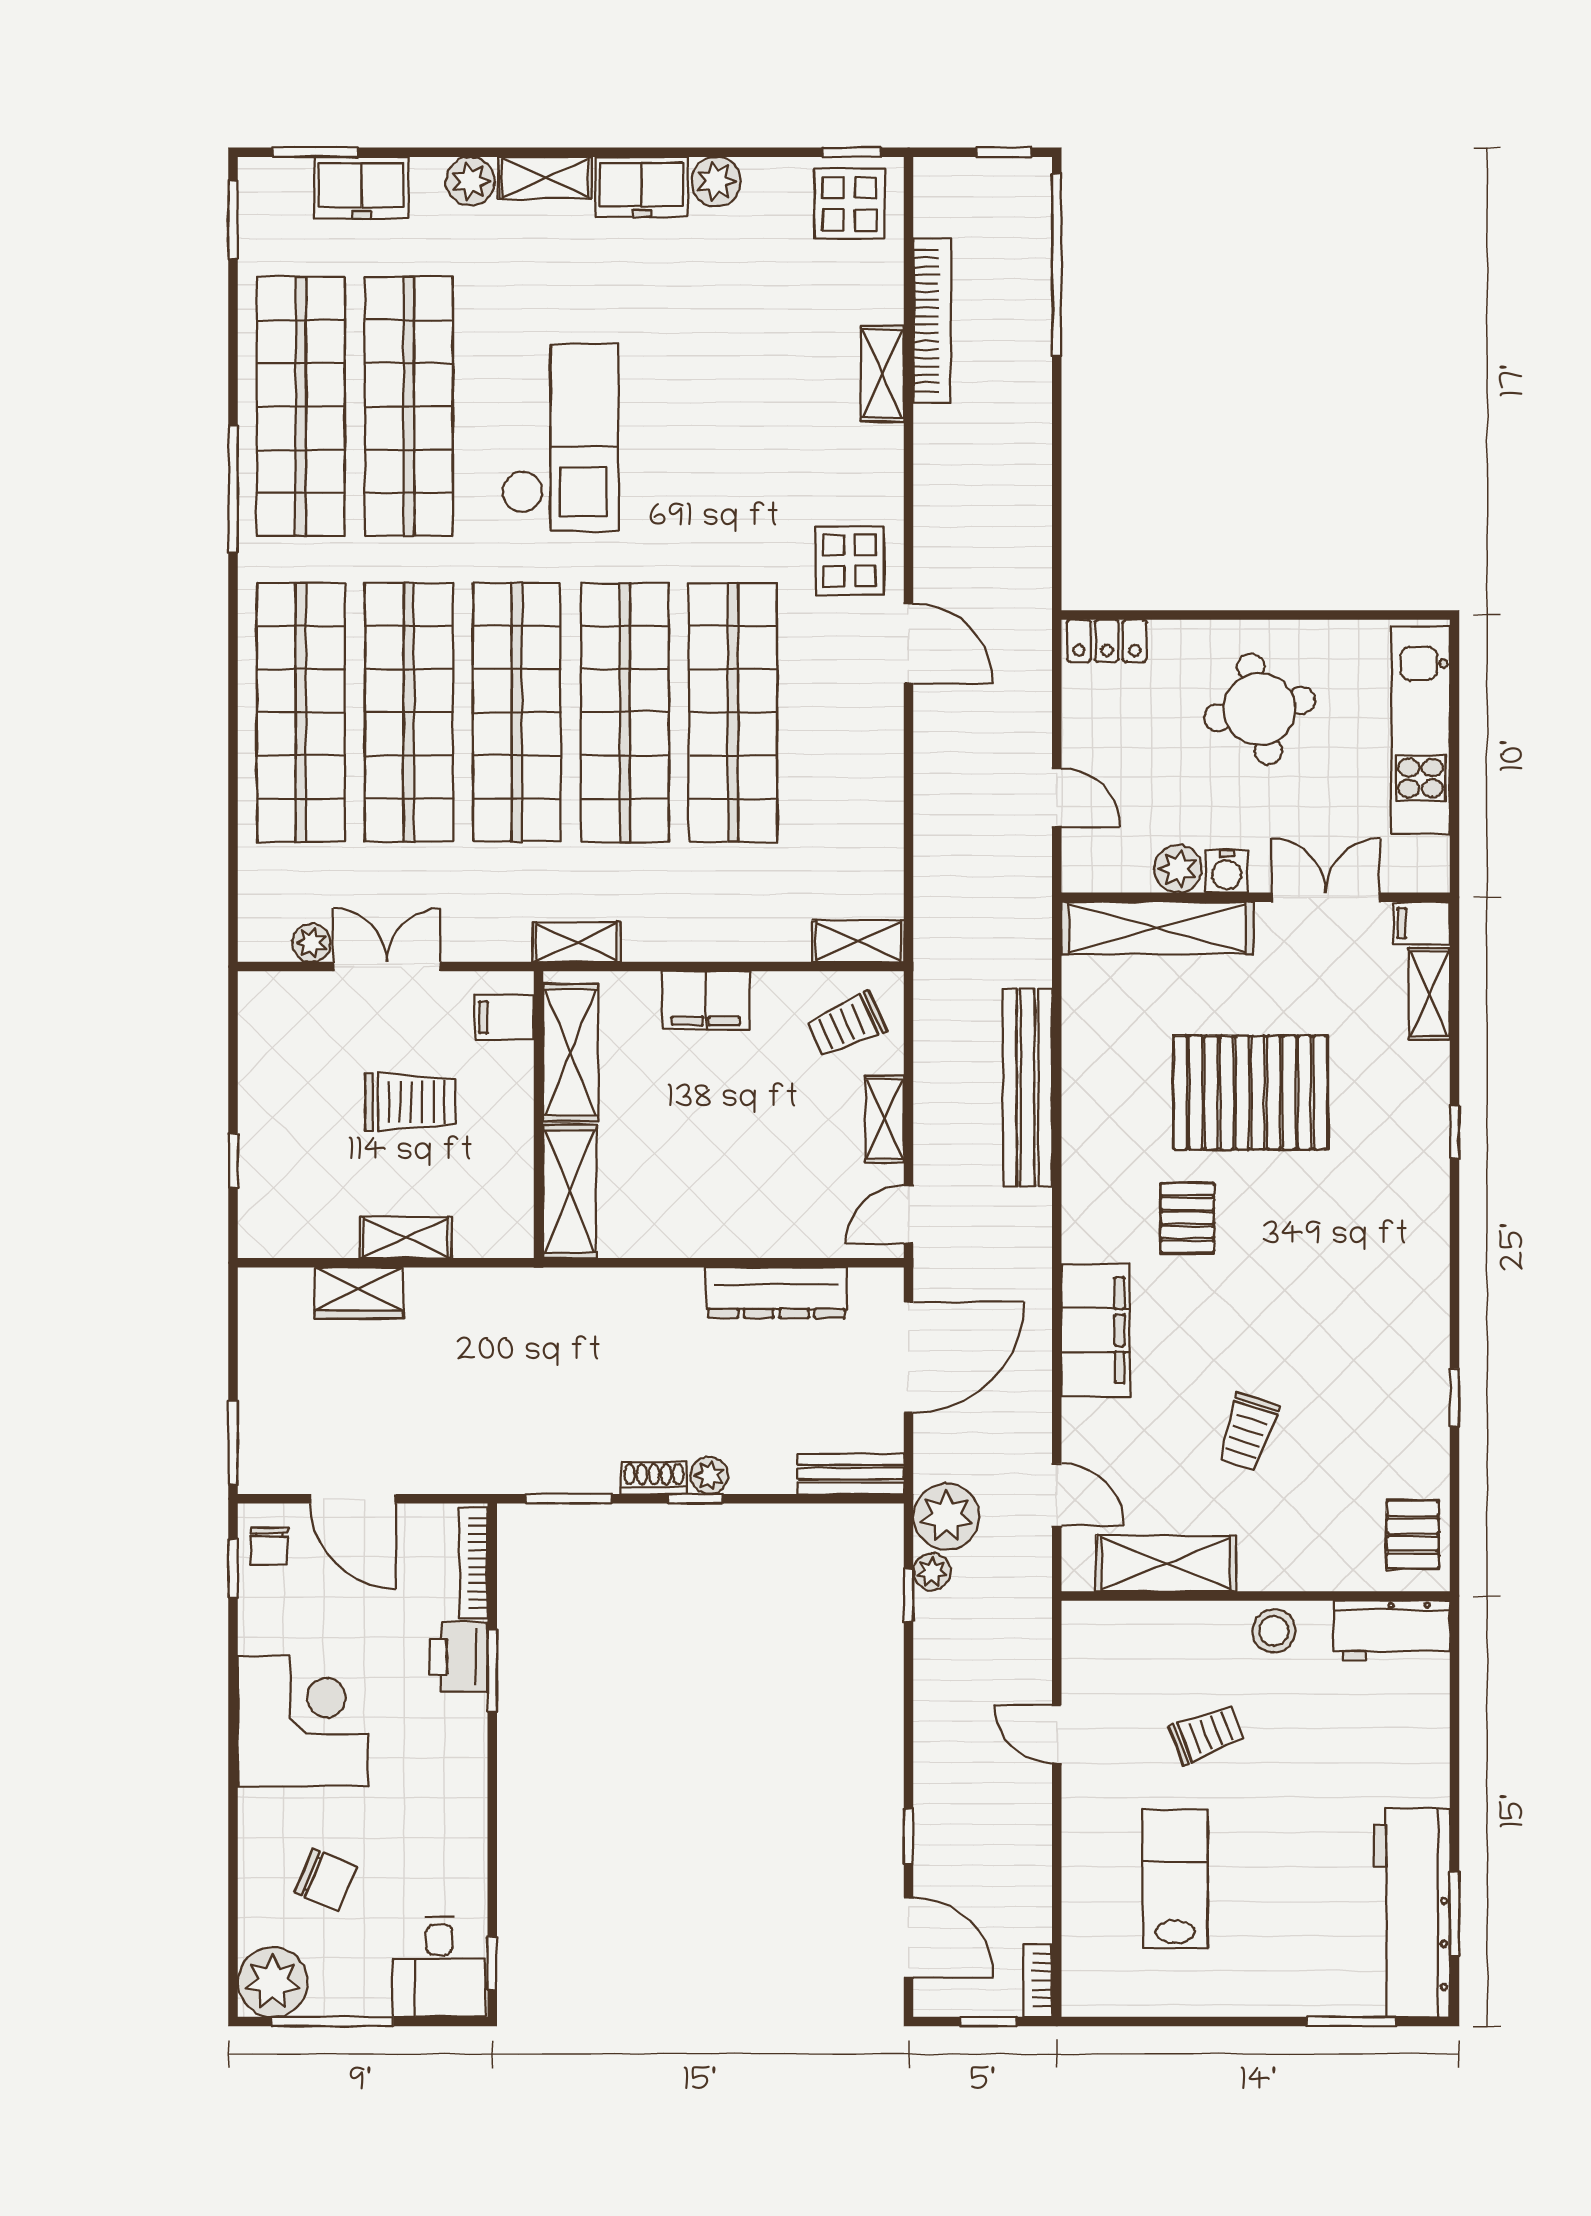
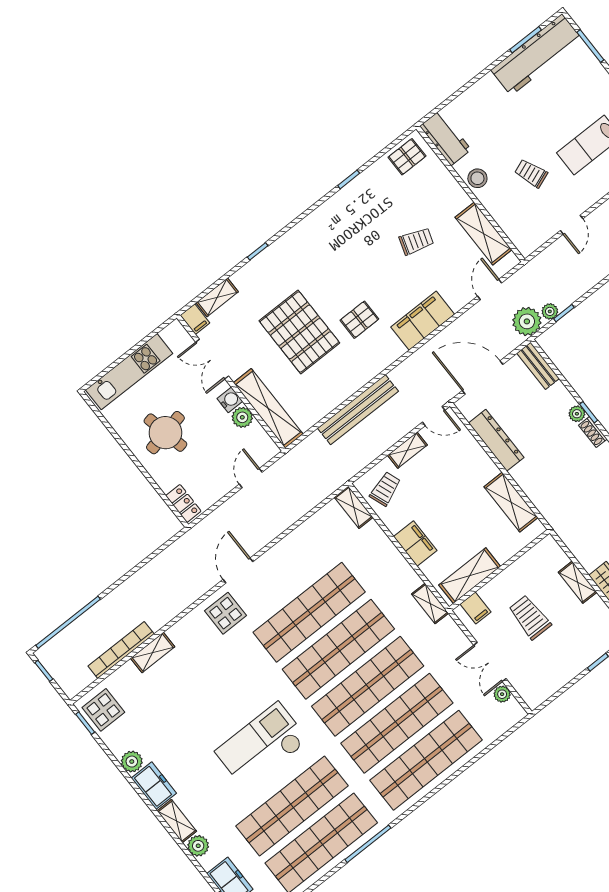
trolley: (846, 1024) -> (385, 489), turned -86
shelving: (570, 1192) -> (511, 502), moved, turned 90

